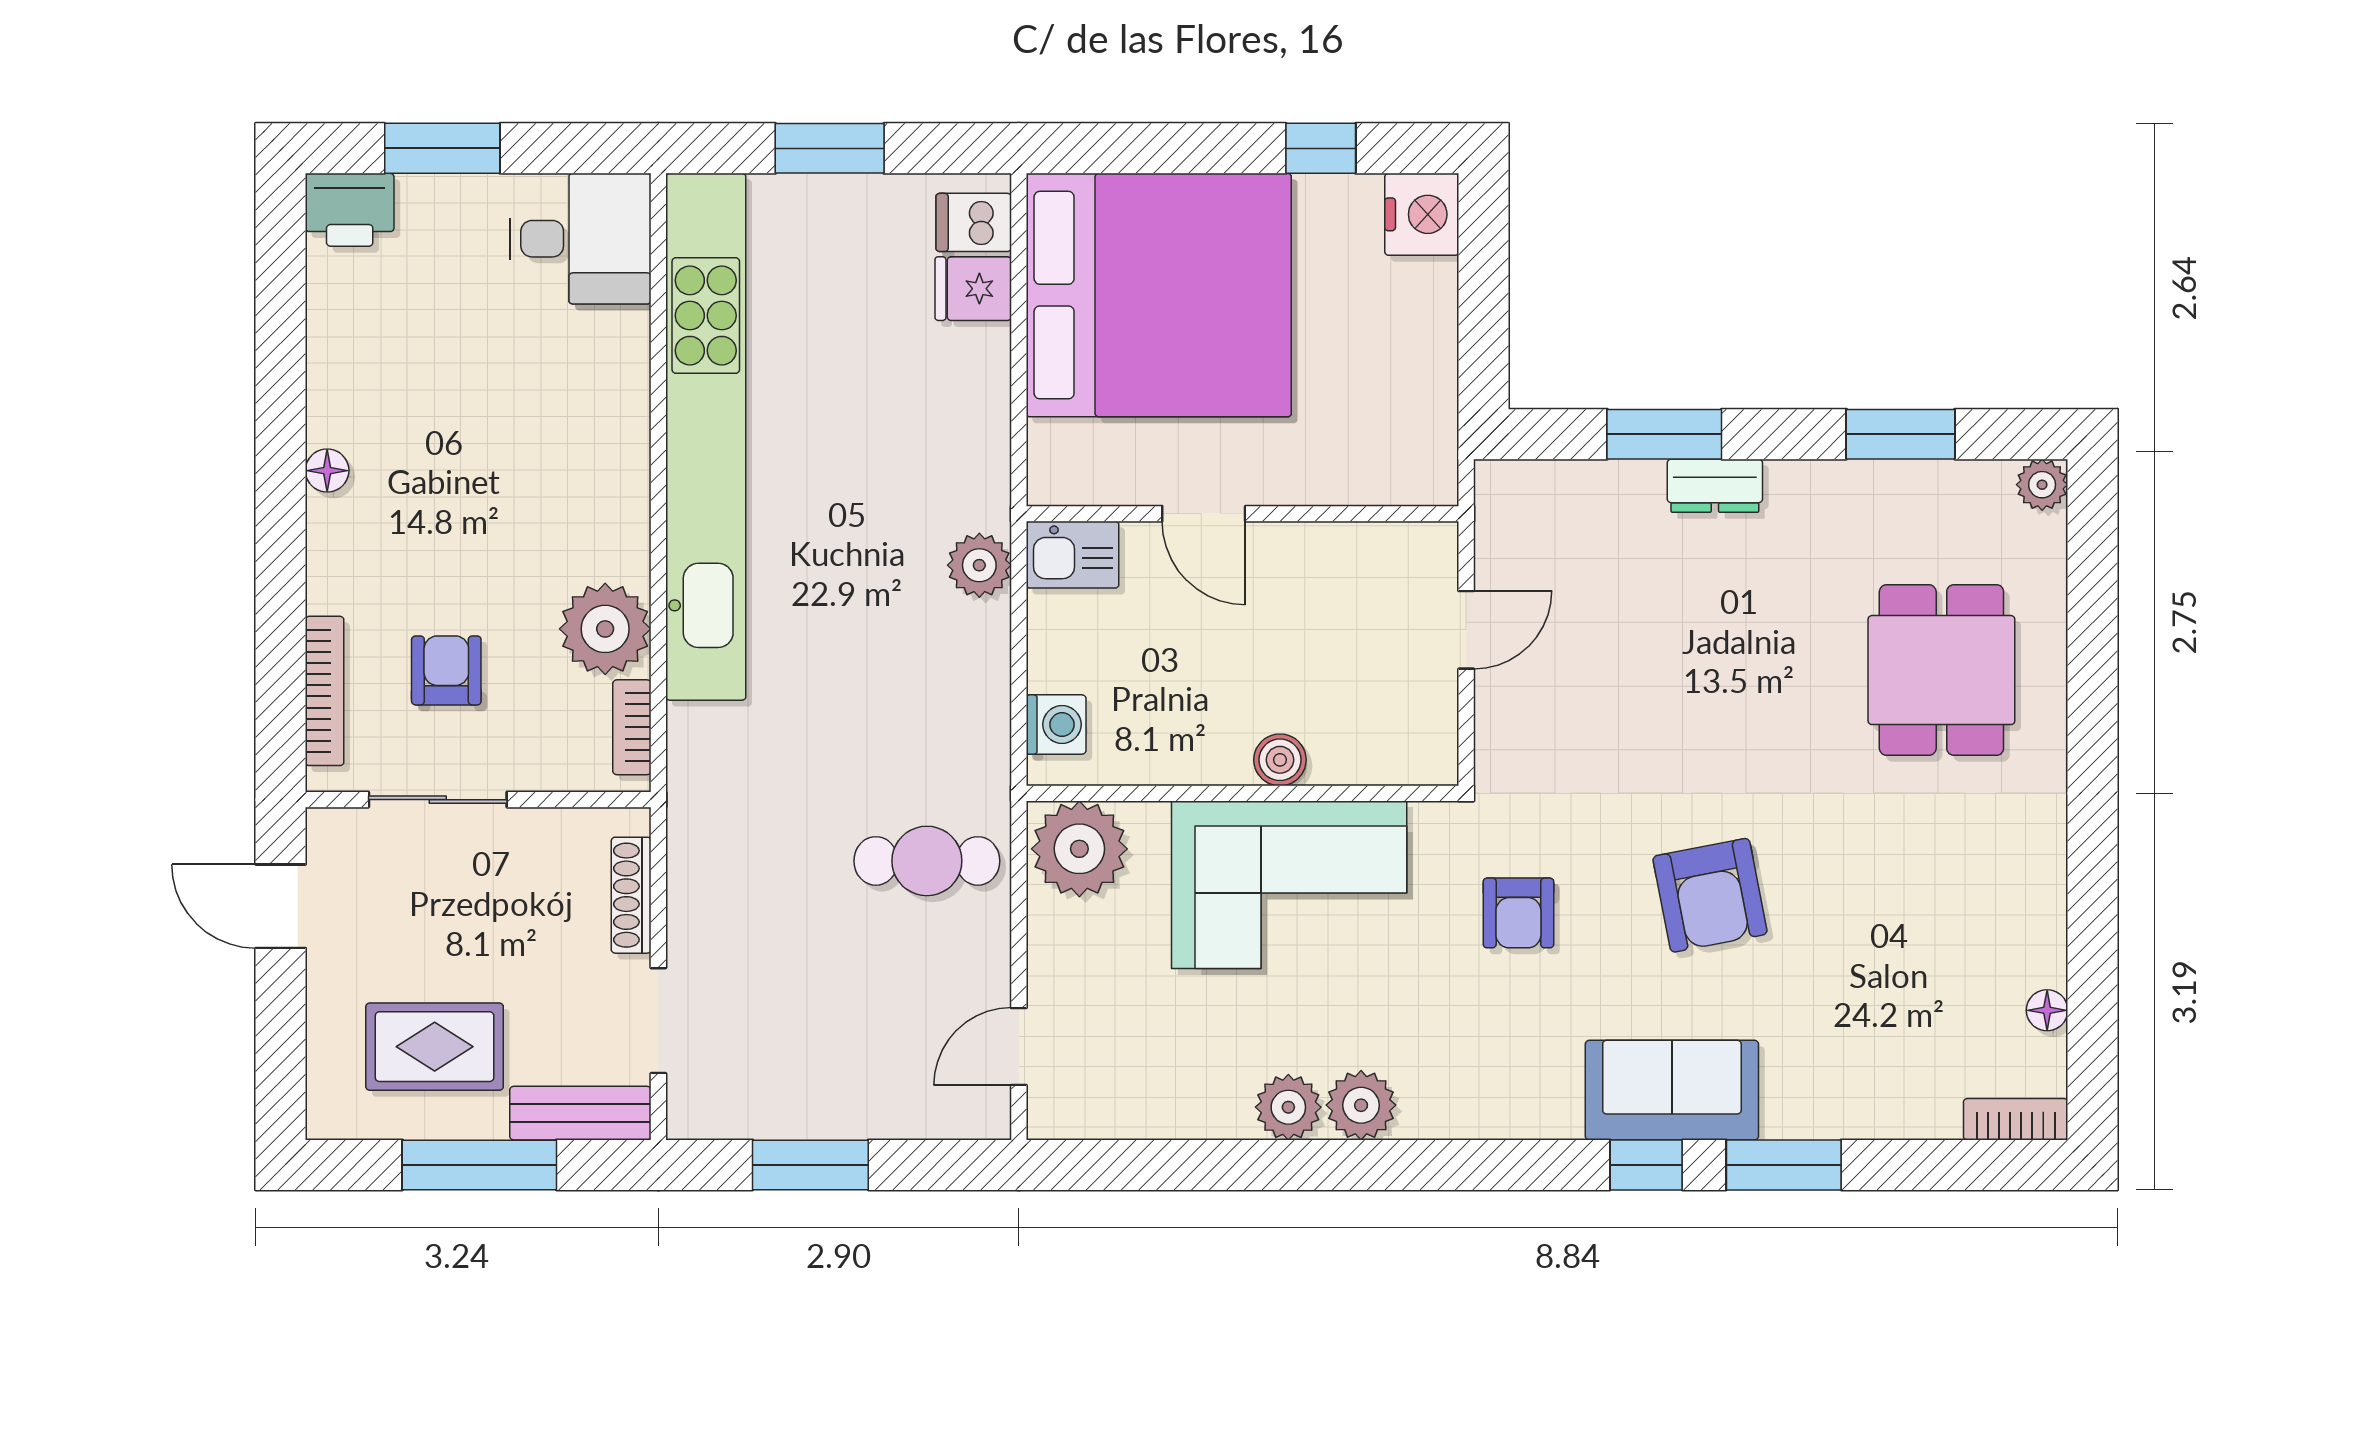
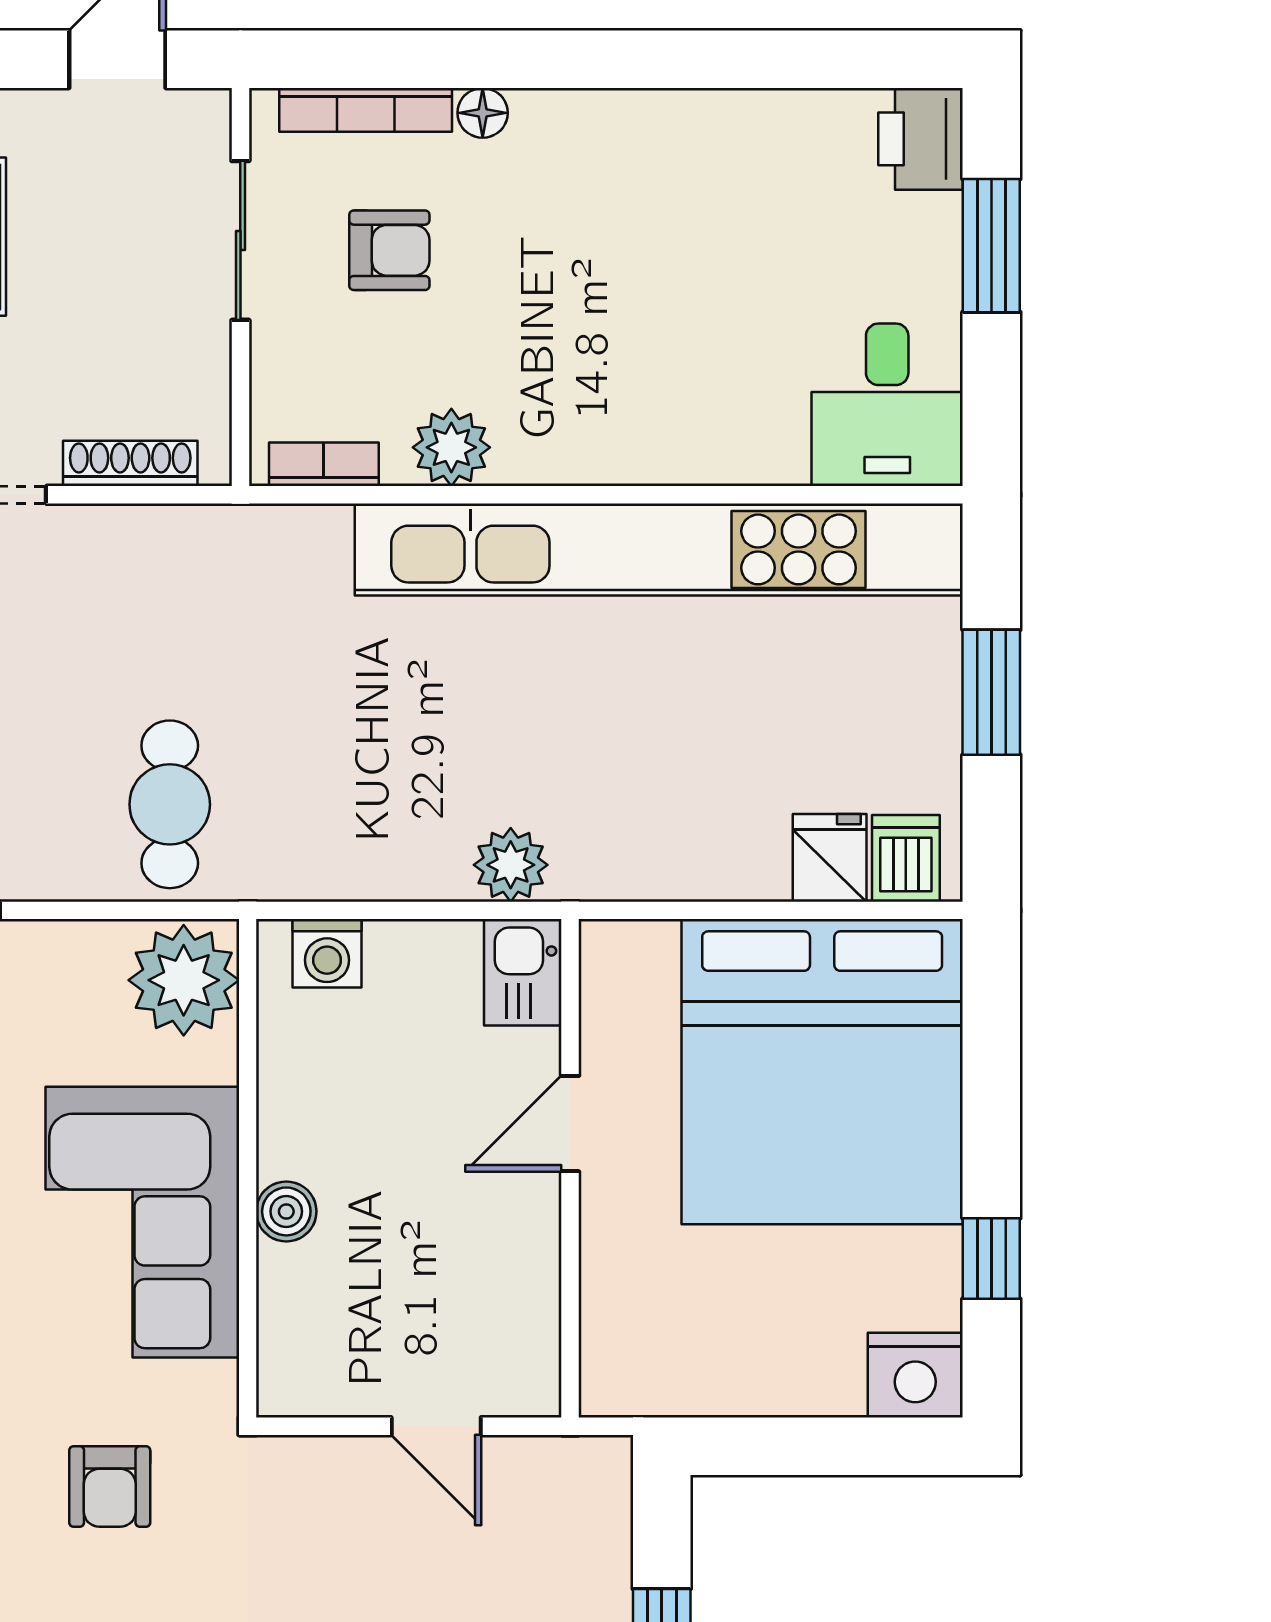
floor lamp: (327, 471) -> (483, 113), moved
plant: (605, 629) -> (451, 447), width x0.73, depth x0.73
armchair: (1518, 913) -> (110, 1486), turned -90

